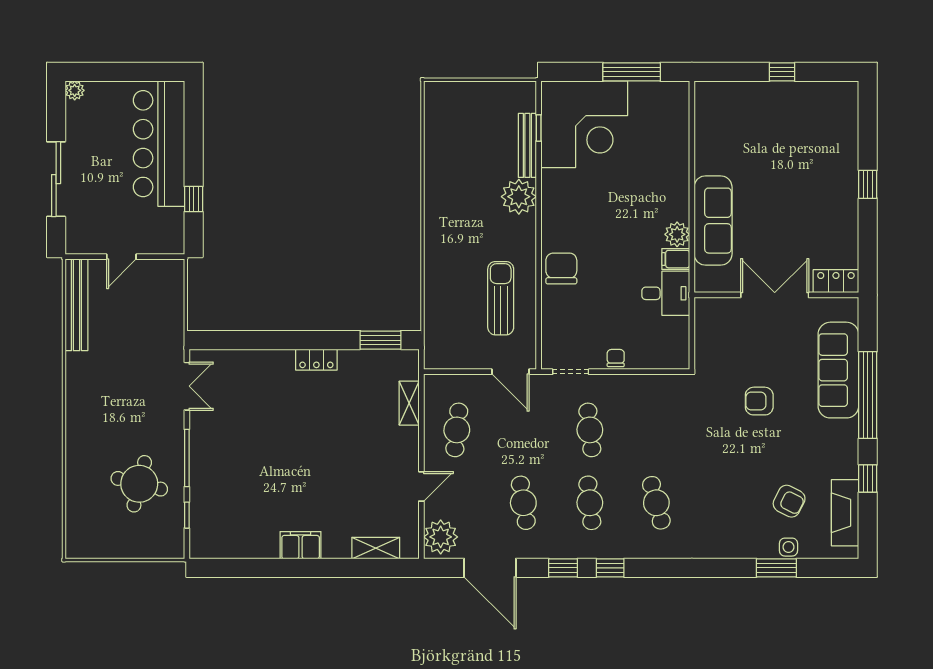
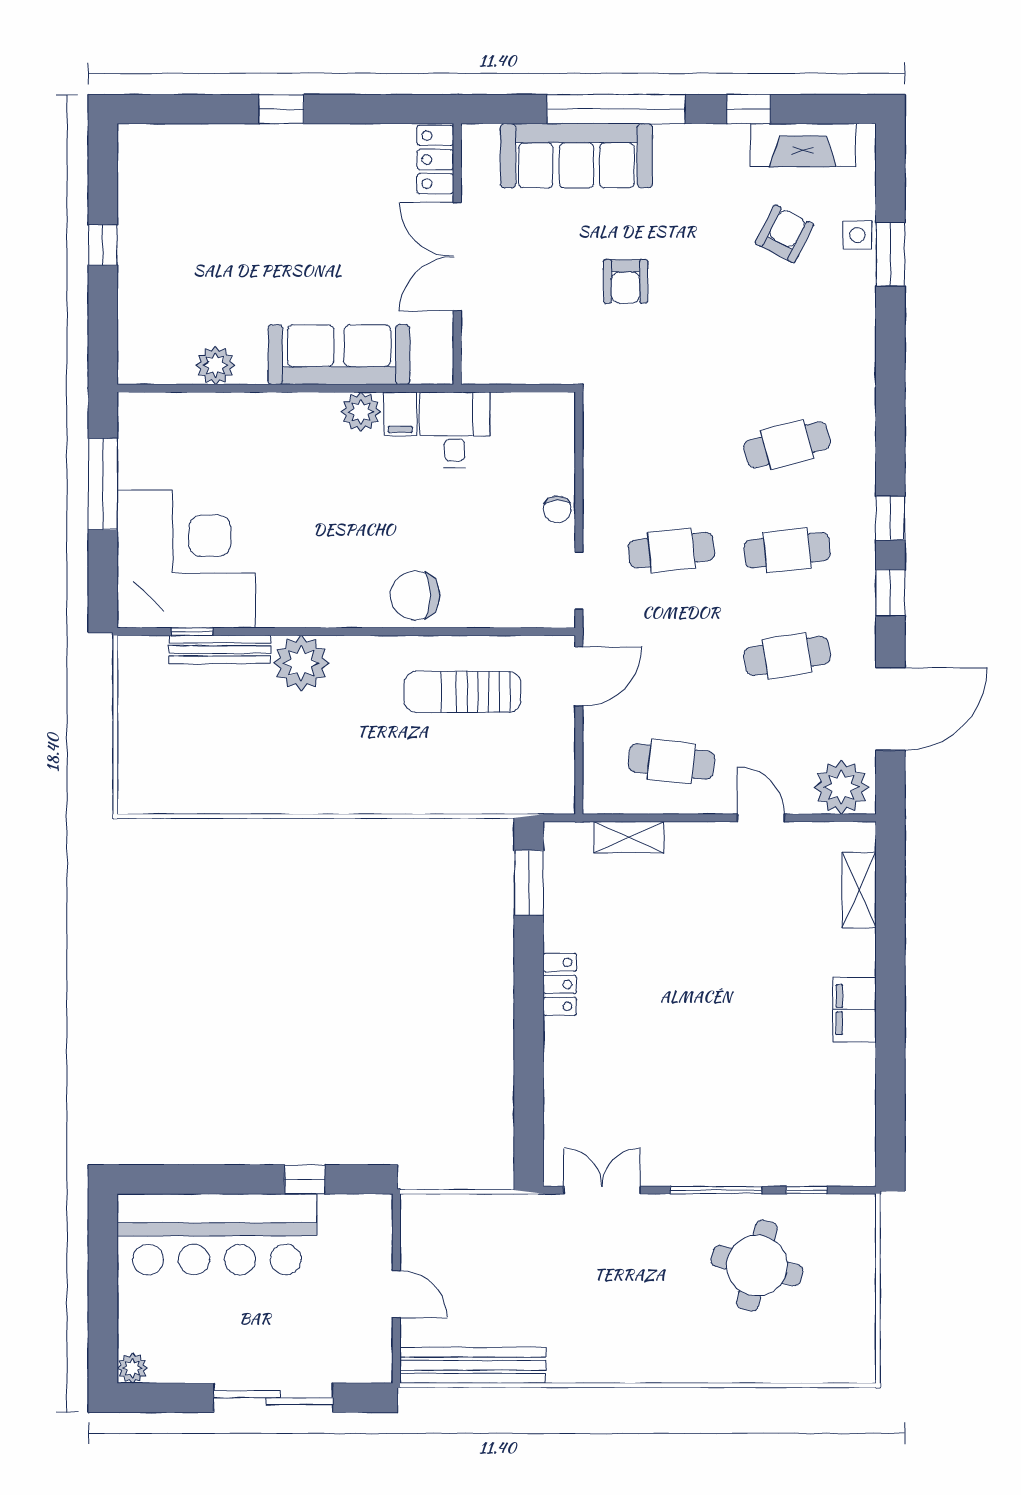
plant: (706, 143) -> (215, 365), added
chair: (616, 358) -> (557, 509), turned -90

